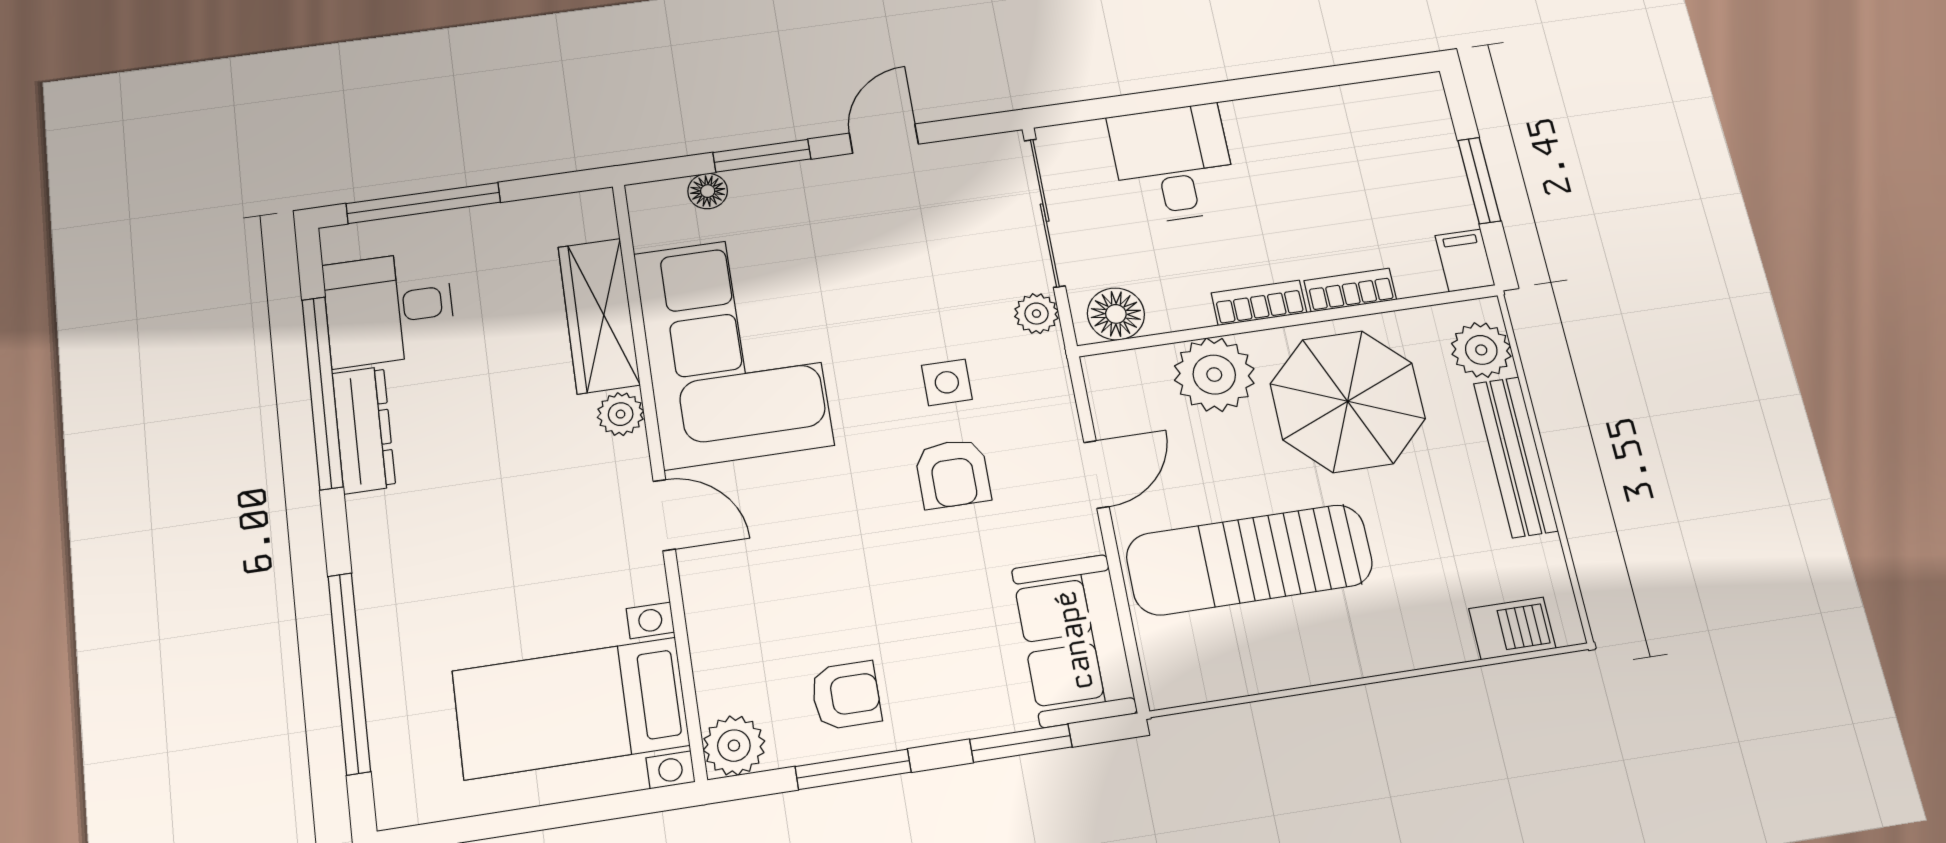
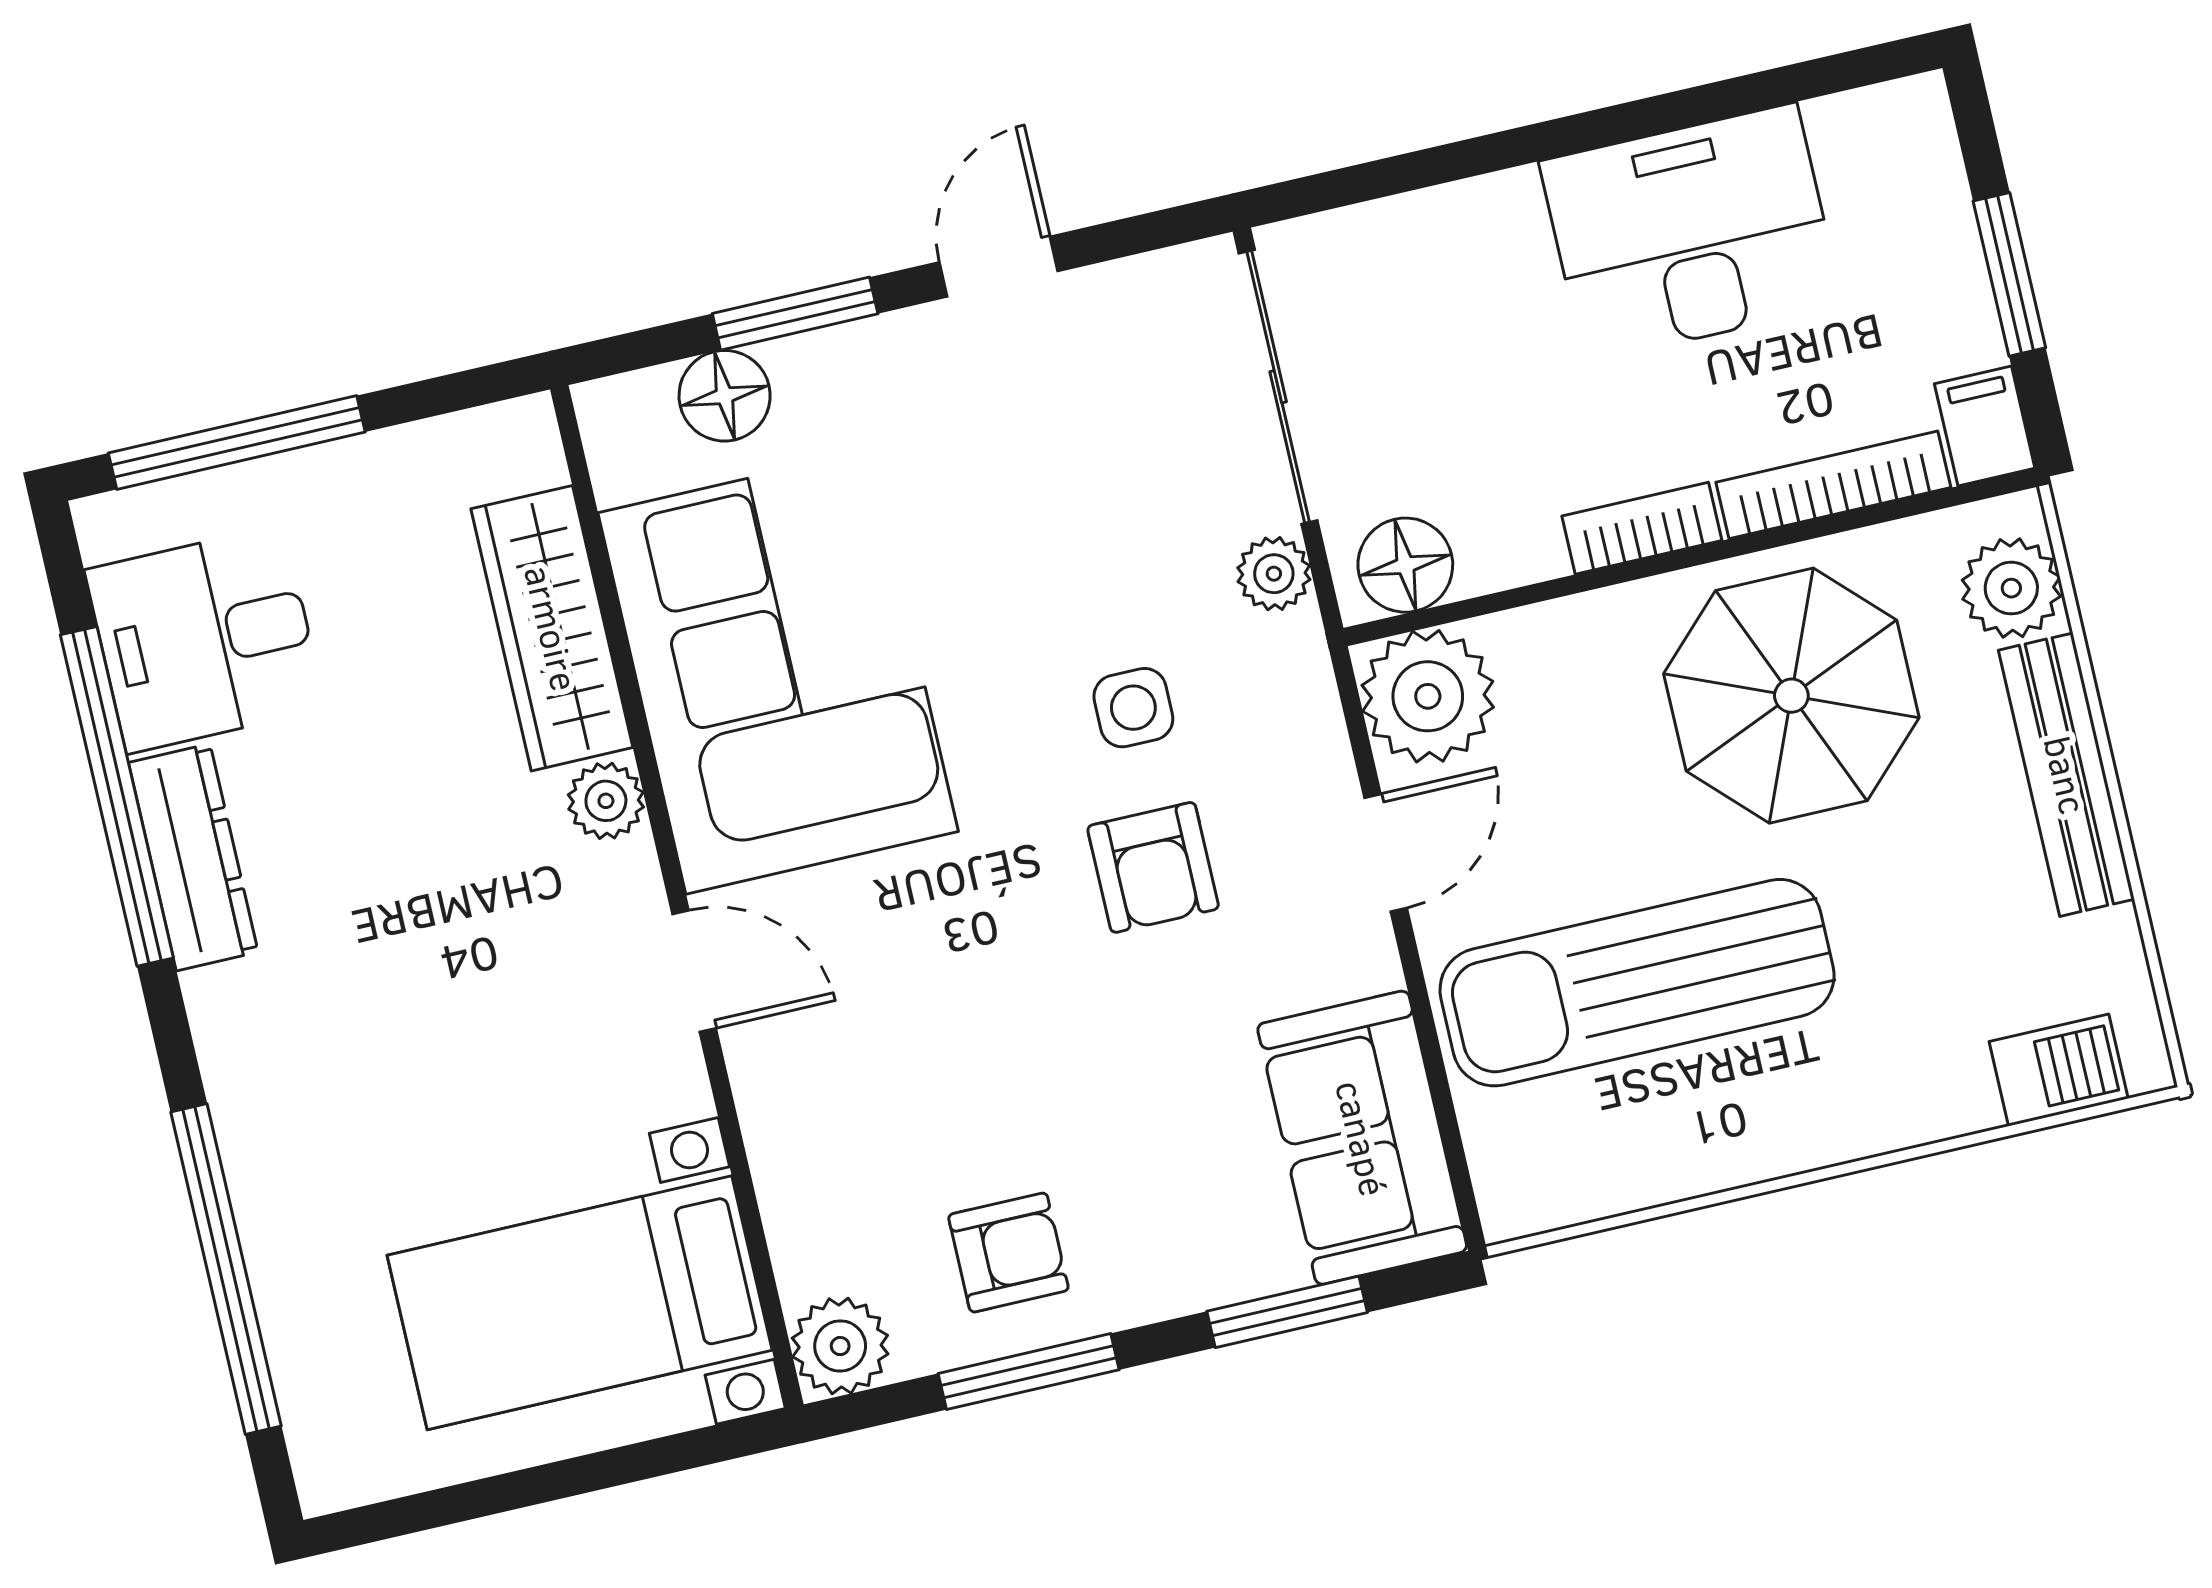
desk: (1173, 164) -> (1691, 233), moved, width x1.37
floor lamp: (708, 191) -> (725, 396), width x1.37, depth x1.37
bookcase: (1350, 290) -> (1833, 485), width x1.56
plant: (1214, 375) -> (1428, 696), moved

